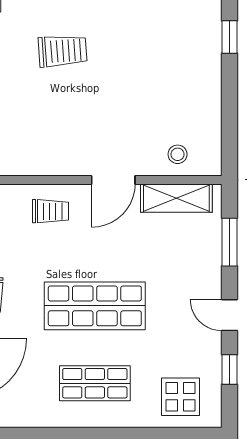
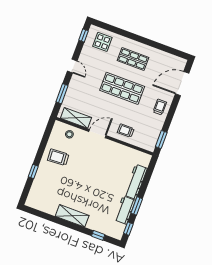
trolley: (63, 51) -> (58, 157), moved
window: (230, 370) -> (84, 35), moved

